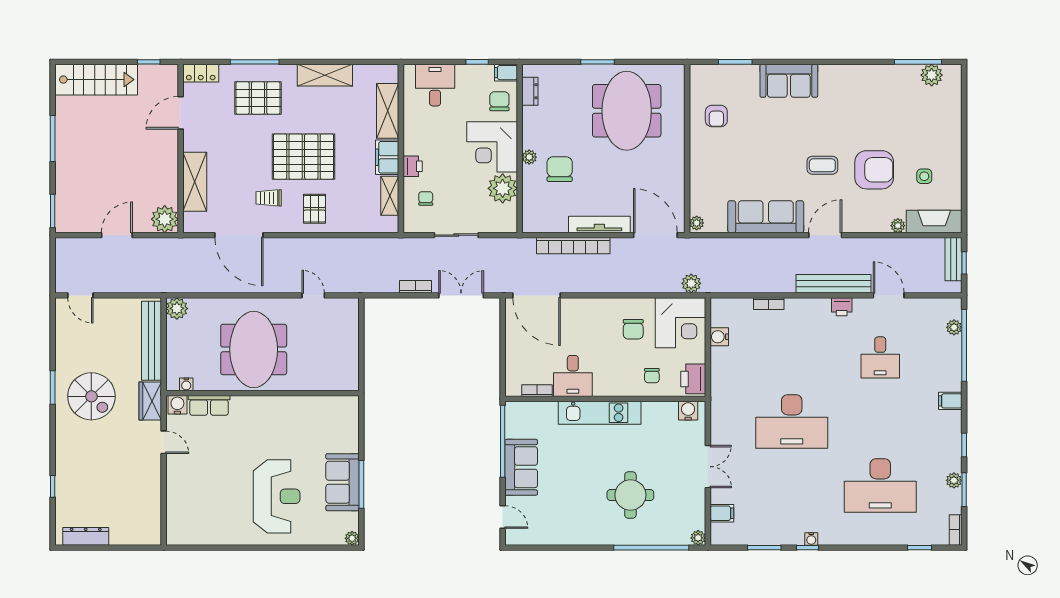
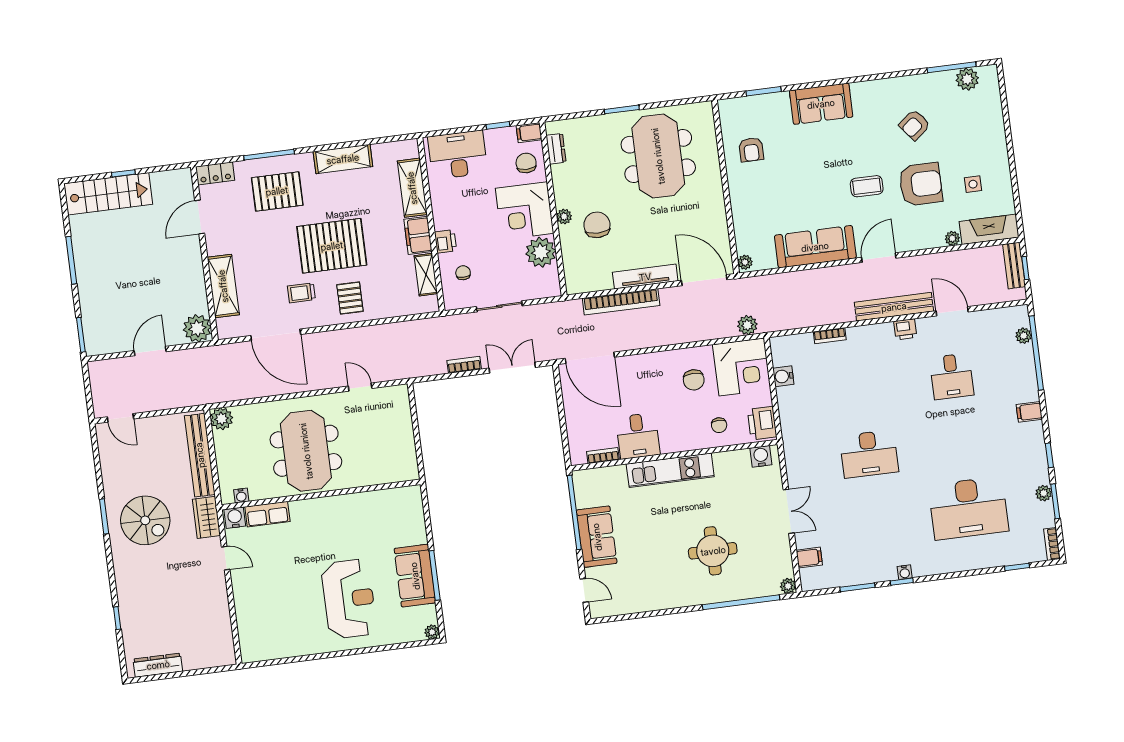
window: (149, 62) -> (123, 173), moved
desk: (435, 85) -> (458, 155), width x1.37
armchair: (876, 112) -> (915, 125), added
desk: (792, 421) -> (869, 454), width x0.73, depth x0.77

